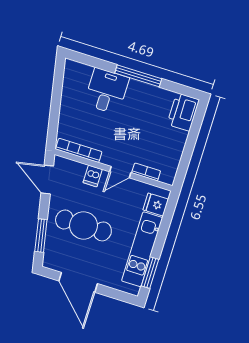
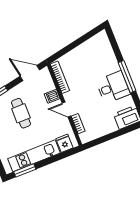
desk: (107, 91) -> (113, 87), moved
door: (47, 180) -> (30, 73), hinge flipped
cafe table: (83, 225) -> (21, 113), width x0.73, depth x0.74

